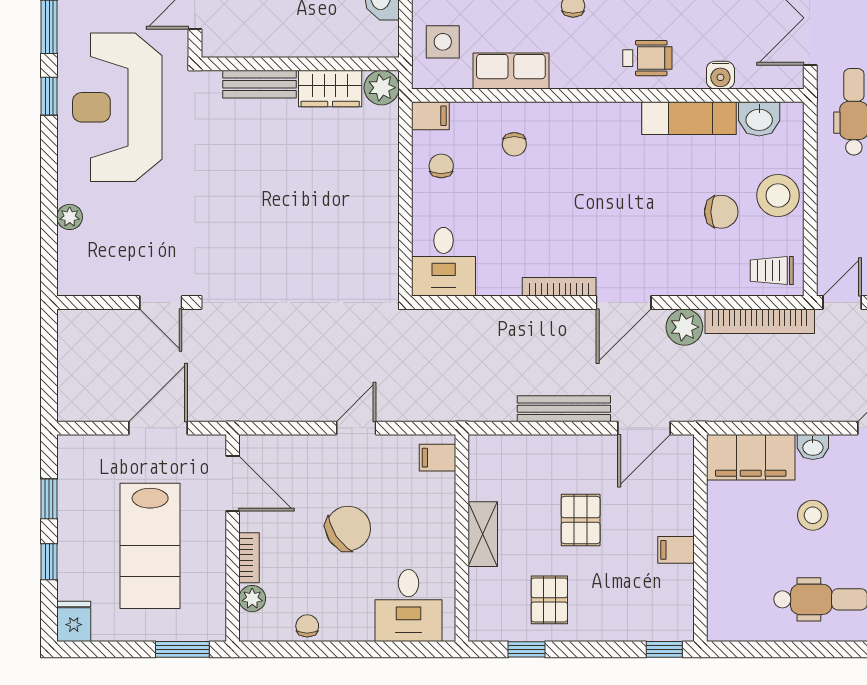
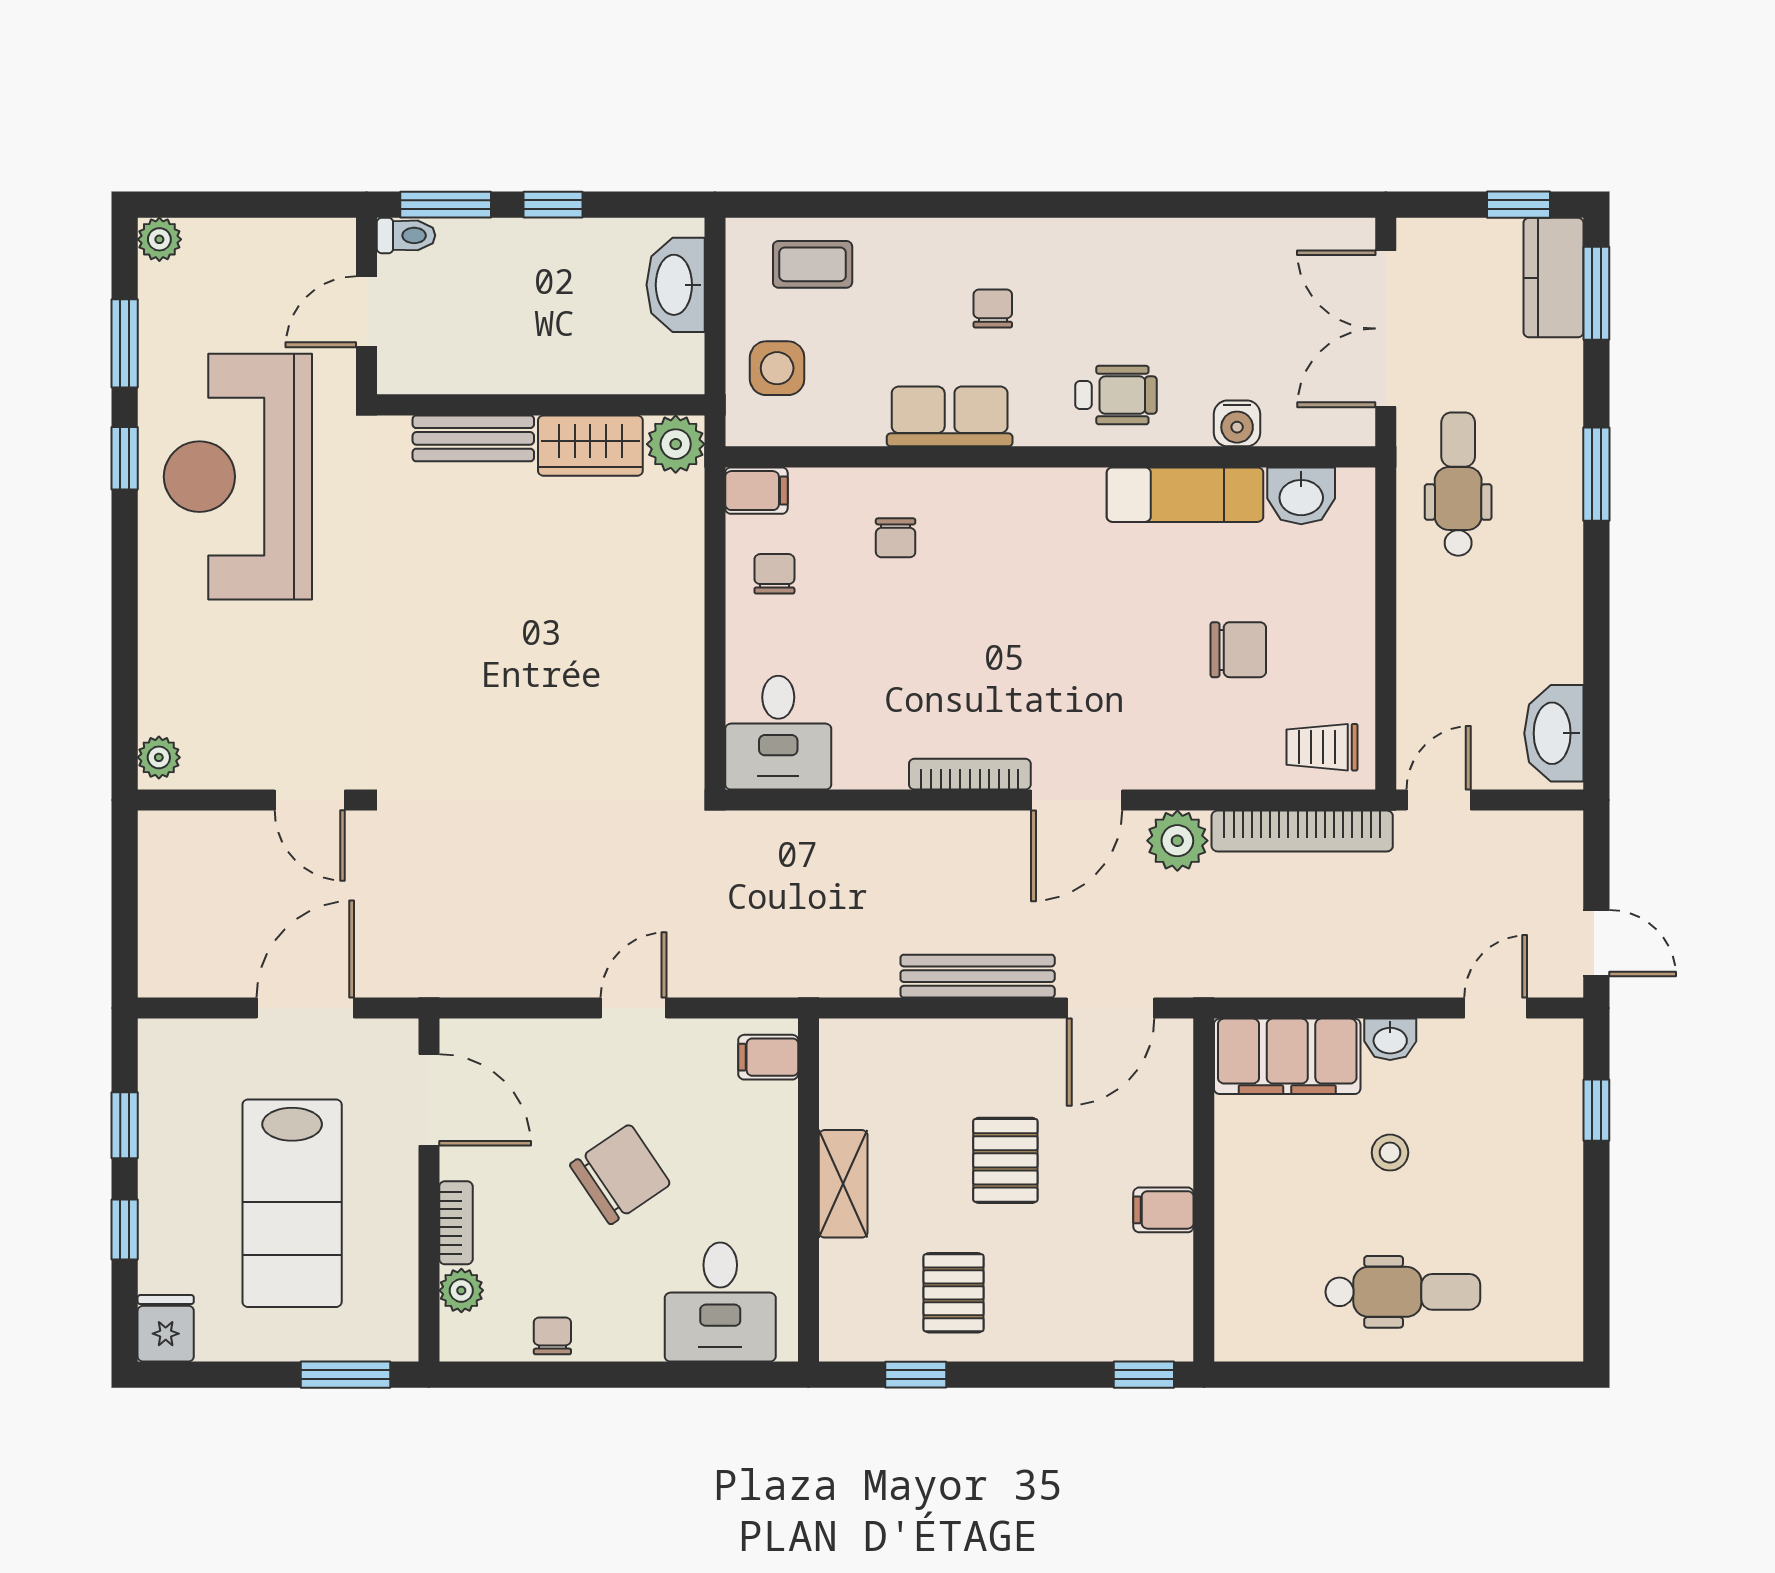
row of seats: (511, 71) -> (950, 416), moved
stool: (778, 195) -> (1332, 623), removed
plant: (70, 217) -> (159, 757), moved
stool: (813, 515) -> (1390, 1153), width x0.73, depth x0.73

